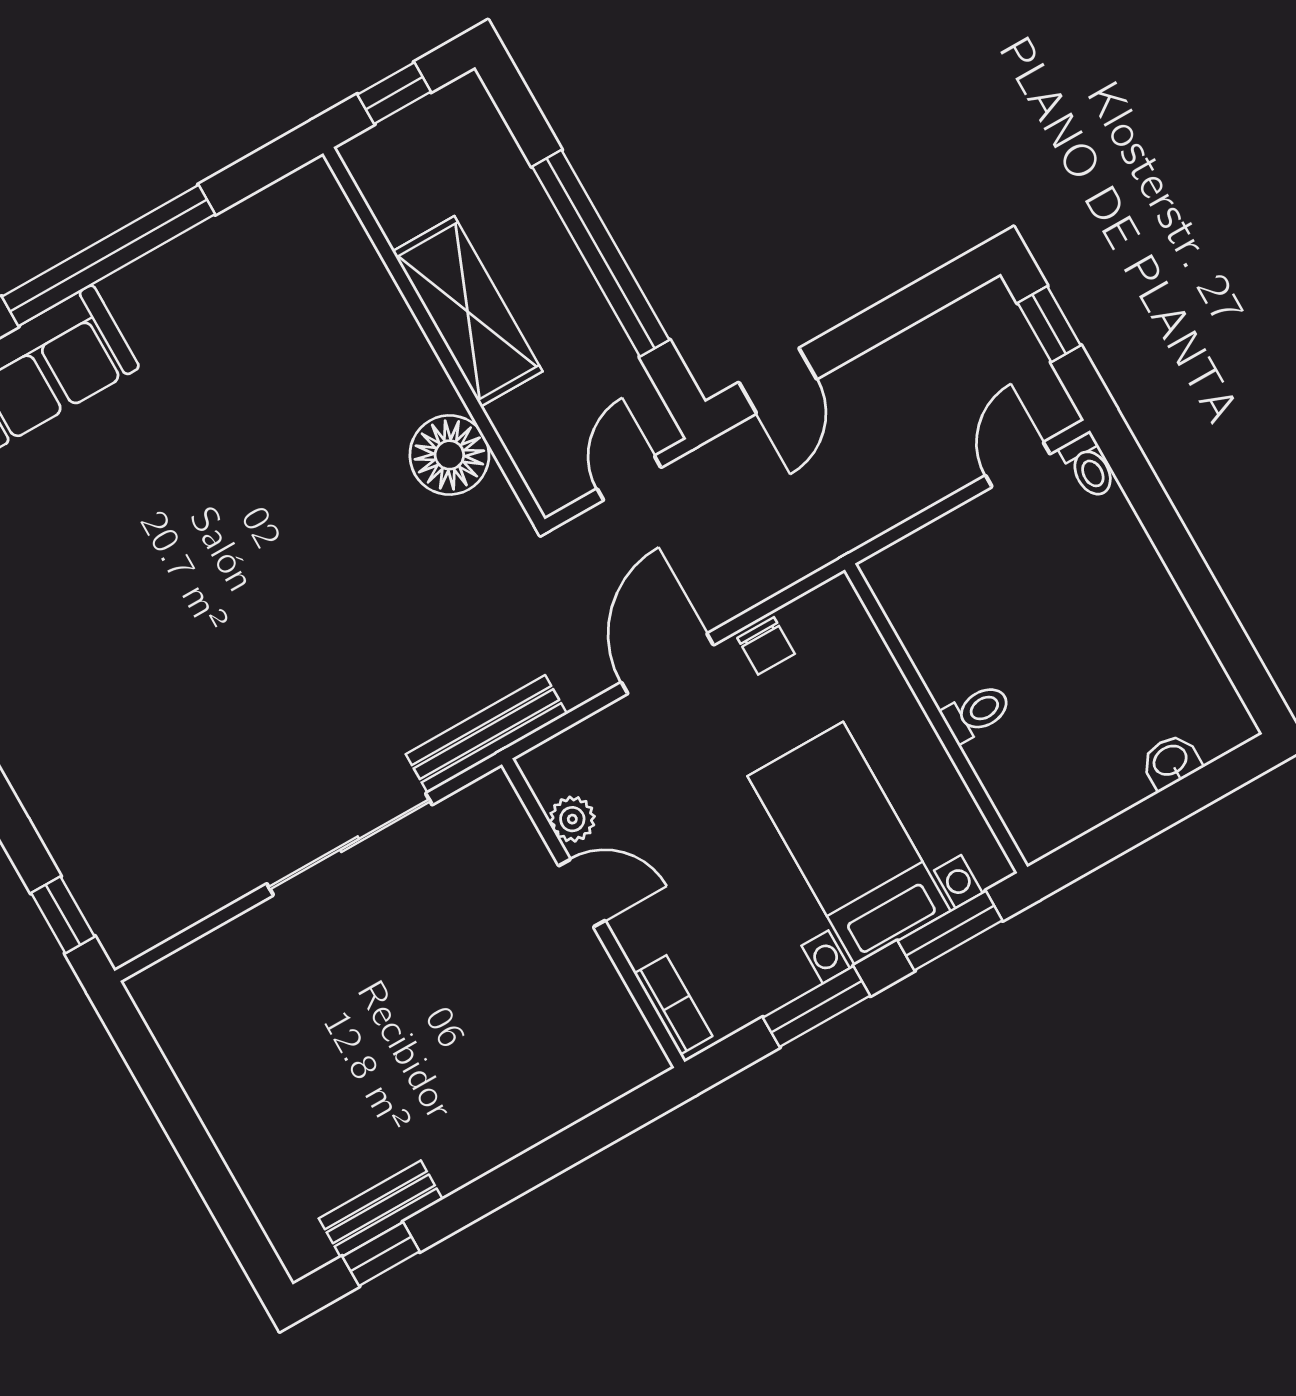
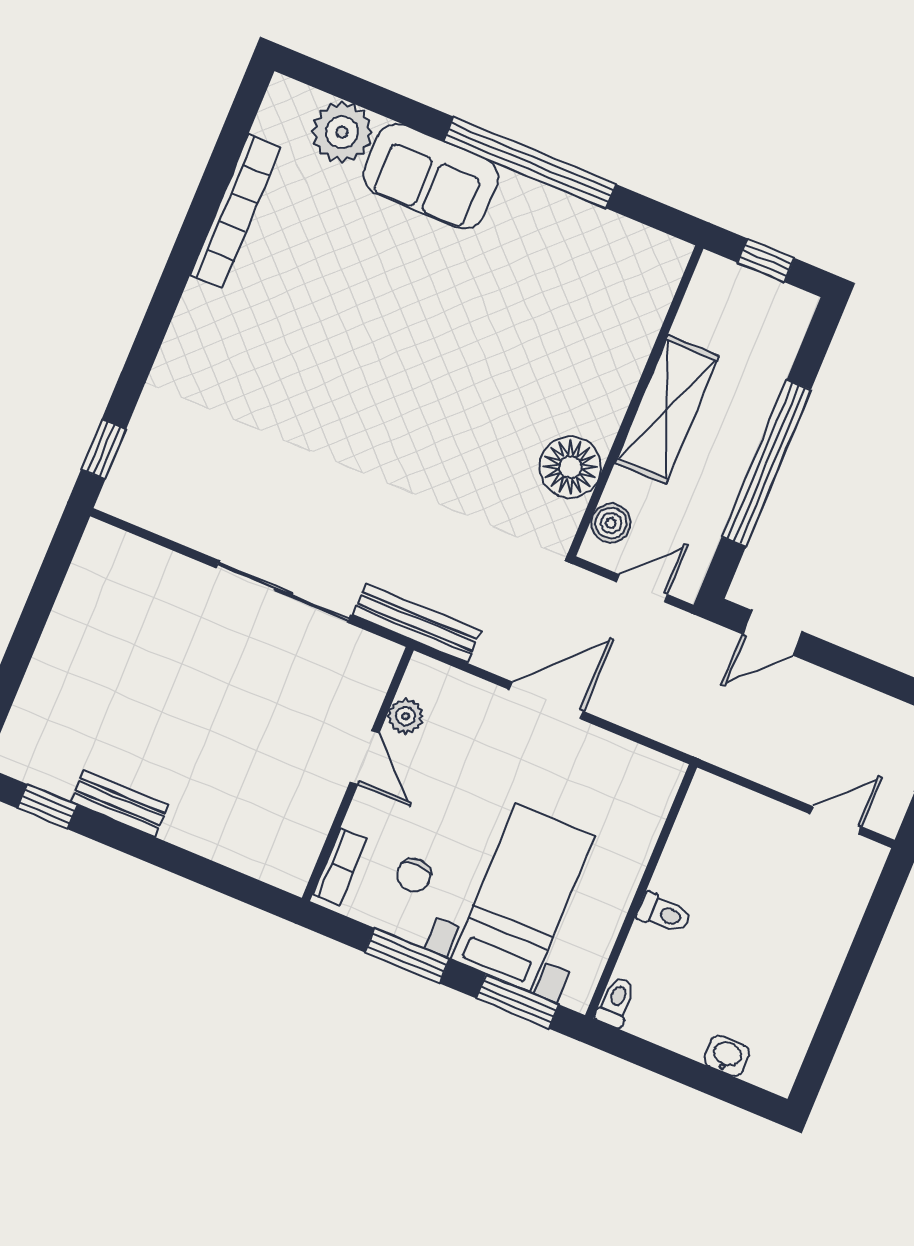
boiler: (538, 458) -> (611, 523), added
toilet: (1089, 466) -> (616, 1002), moved, turned 180
chair: (766, 646) -> (414, 875), moved
bench: (381, 1209) -> (120, 803), moved

